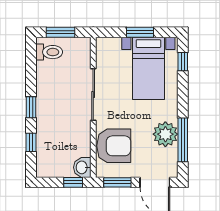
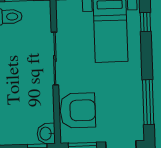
plant: (165, 134) -> (130, 97), removed

